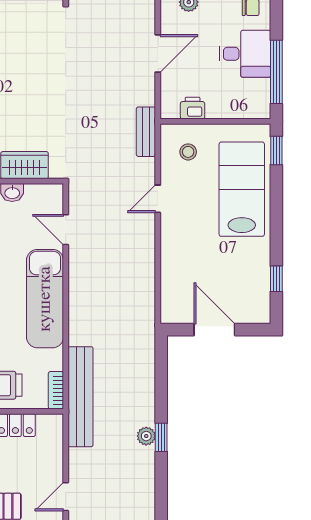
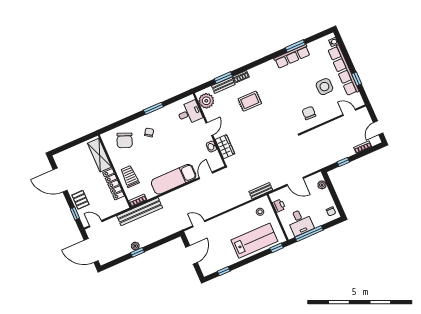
desk: (245, 54) -> (300, 222), moved
door: (158, 199) -> (199, 224), moved

